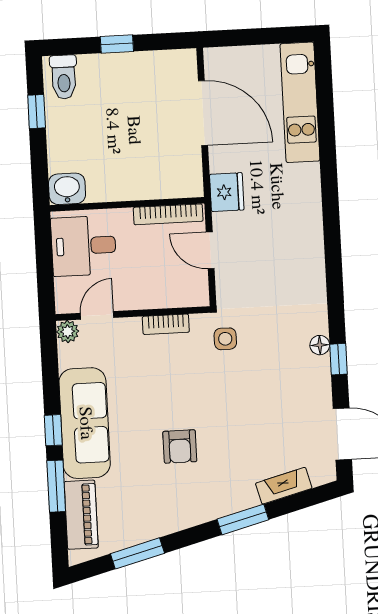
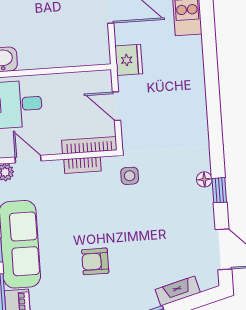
bookcase: (168, 214) -> (89, 145), moved, turned 180
door: (97, 315) -> (28, 159), hinge flipped
armchair: (180, 446) -> (95, 261), turned 90

